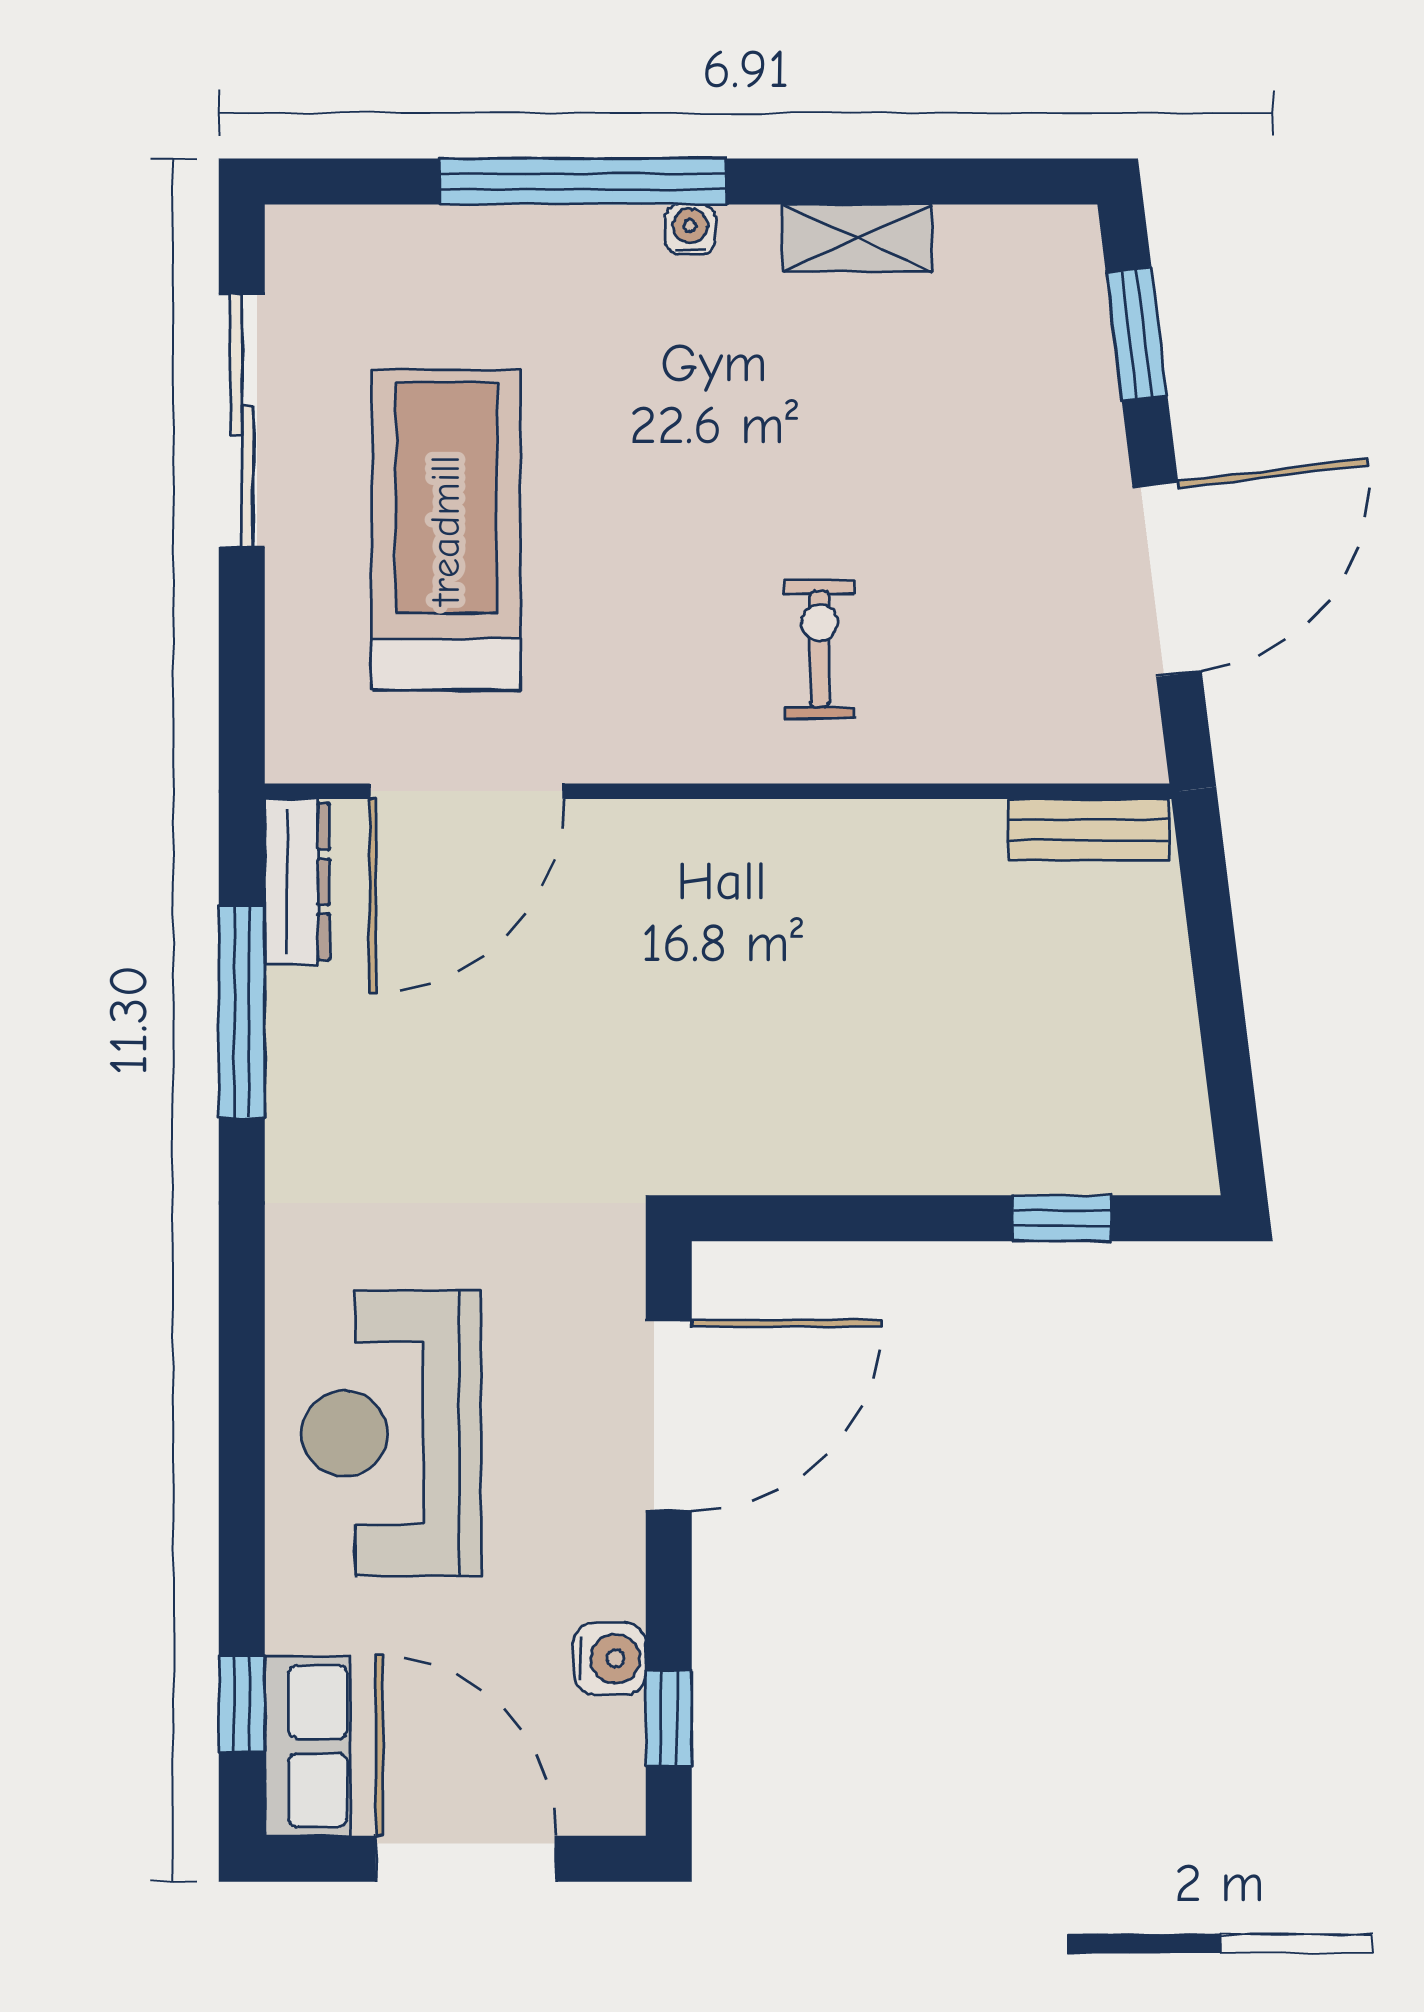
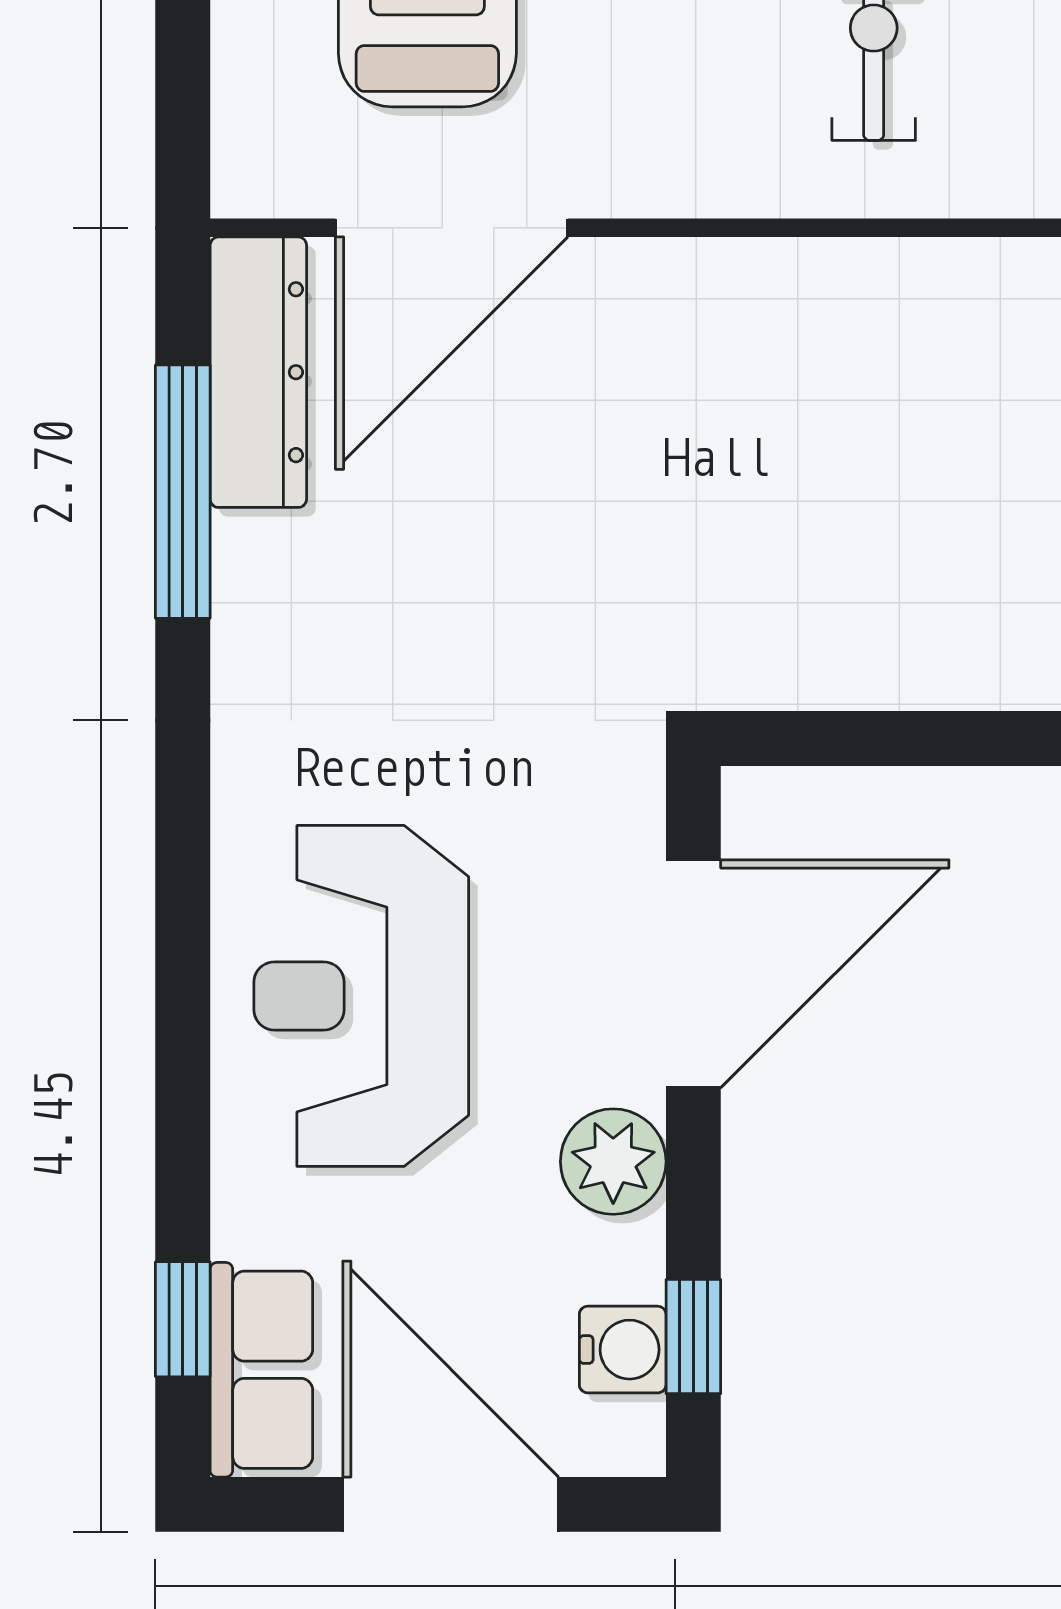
dresser: (297, 882) -> (258, 372), width x1.37, depth x1.24
plant: (602, 1572) -> (613, 1162), added
water cooler: (610, 1659) -> (623, 1350), moved

